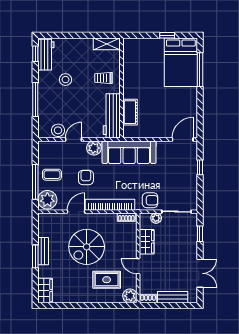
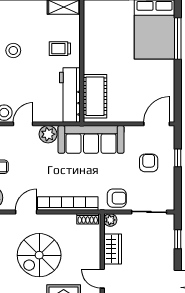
cot: (130, 112) -> (95, 96), width x1.37, depth x1.34
armchair: (86, 177) -> (149, 163), moved
plant: (156, 218) -> (110, 220), moved

